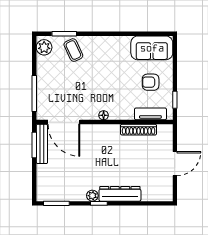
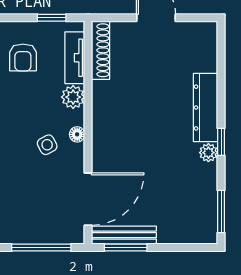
side table: (97, 97) -> (47, 145), added
plant: (126, 113) -> (73, 97), added
shoe rack: (139, 130) -> (101, 50), moved

